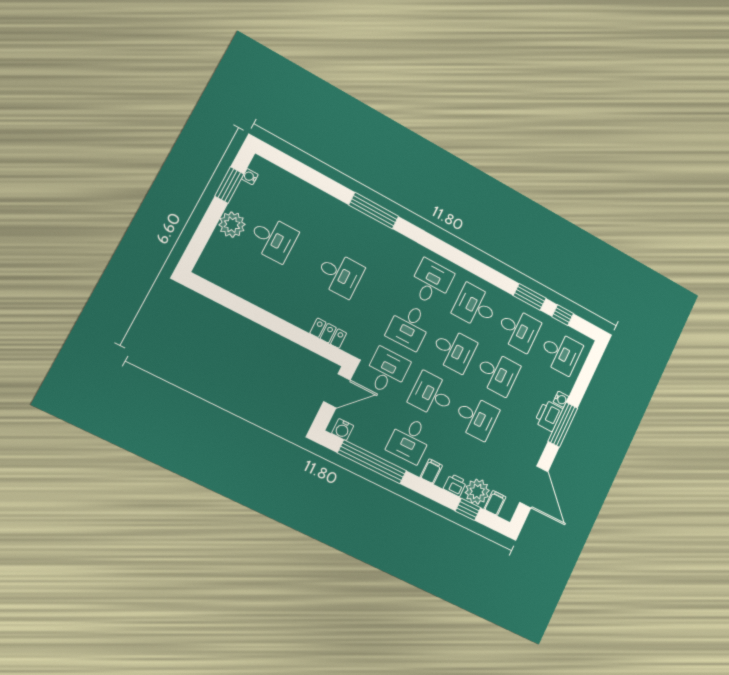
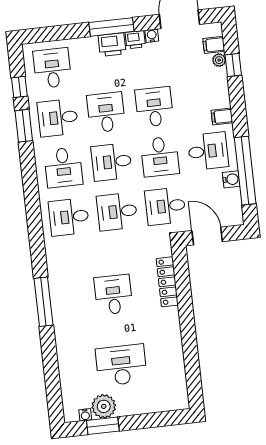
plant: (232, 225) -> (104, 406), moved
desk: (273, 239) -> (121, 365), width x1.37
desk: (409, 326) -> (117, 212), turned 180
desk: (518, 330) -> (58, 118), turned -90
locker: (328, 333) -> (167, 282), width x1.53
desk: (454, 350) -> (112, 162), turned -90
water cooler: (561, 399) -> (152, 36), moved
water cooler: (343, 430) -> (231, 179), moved
printer: (455, 485) -> (135, 40), moved, turned -90
plant: (477, 492) -> (219, 60), width x0.53, depth x0.53

